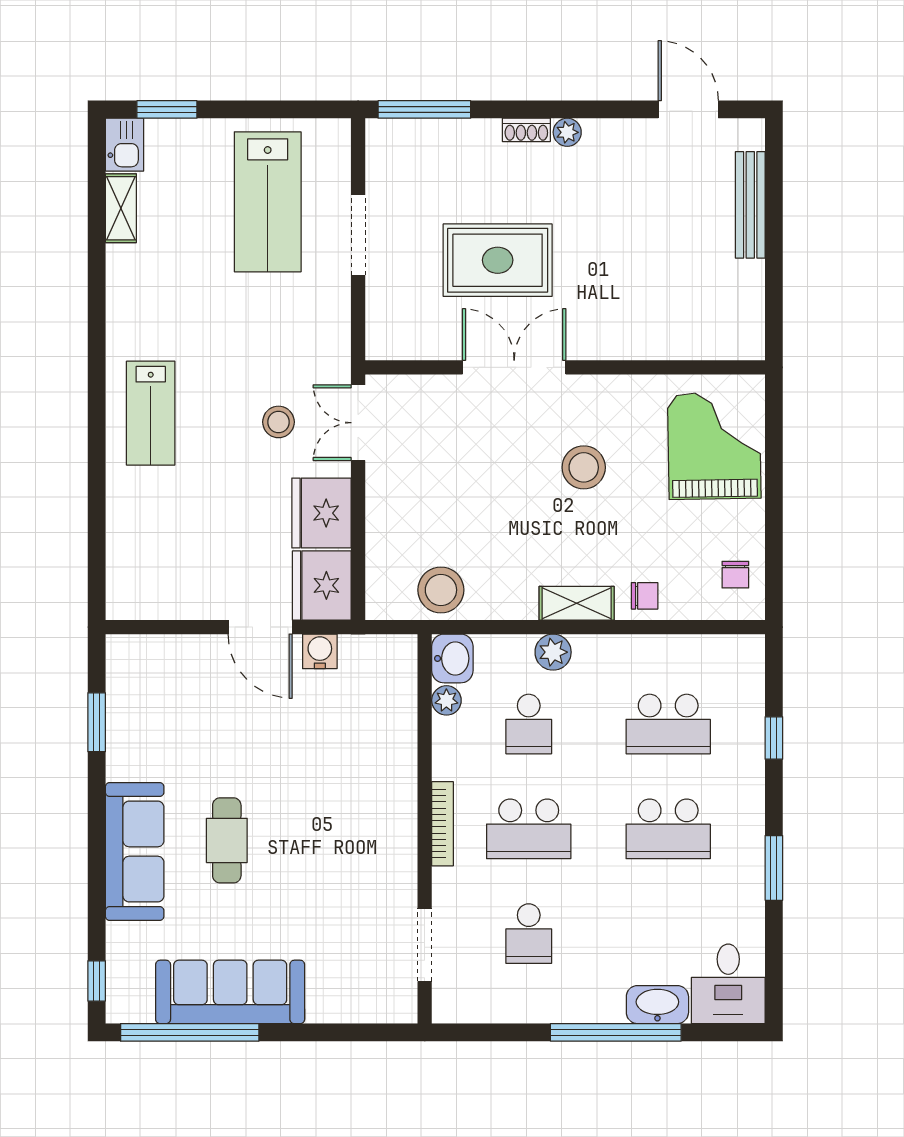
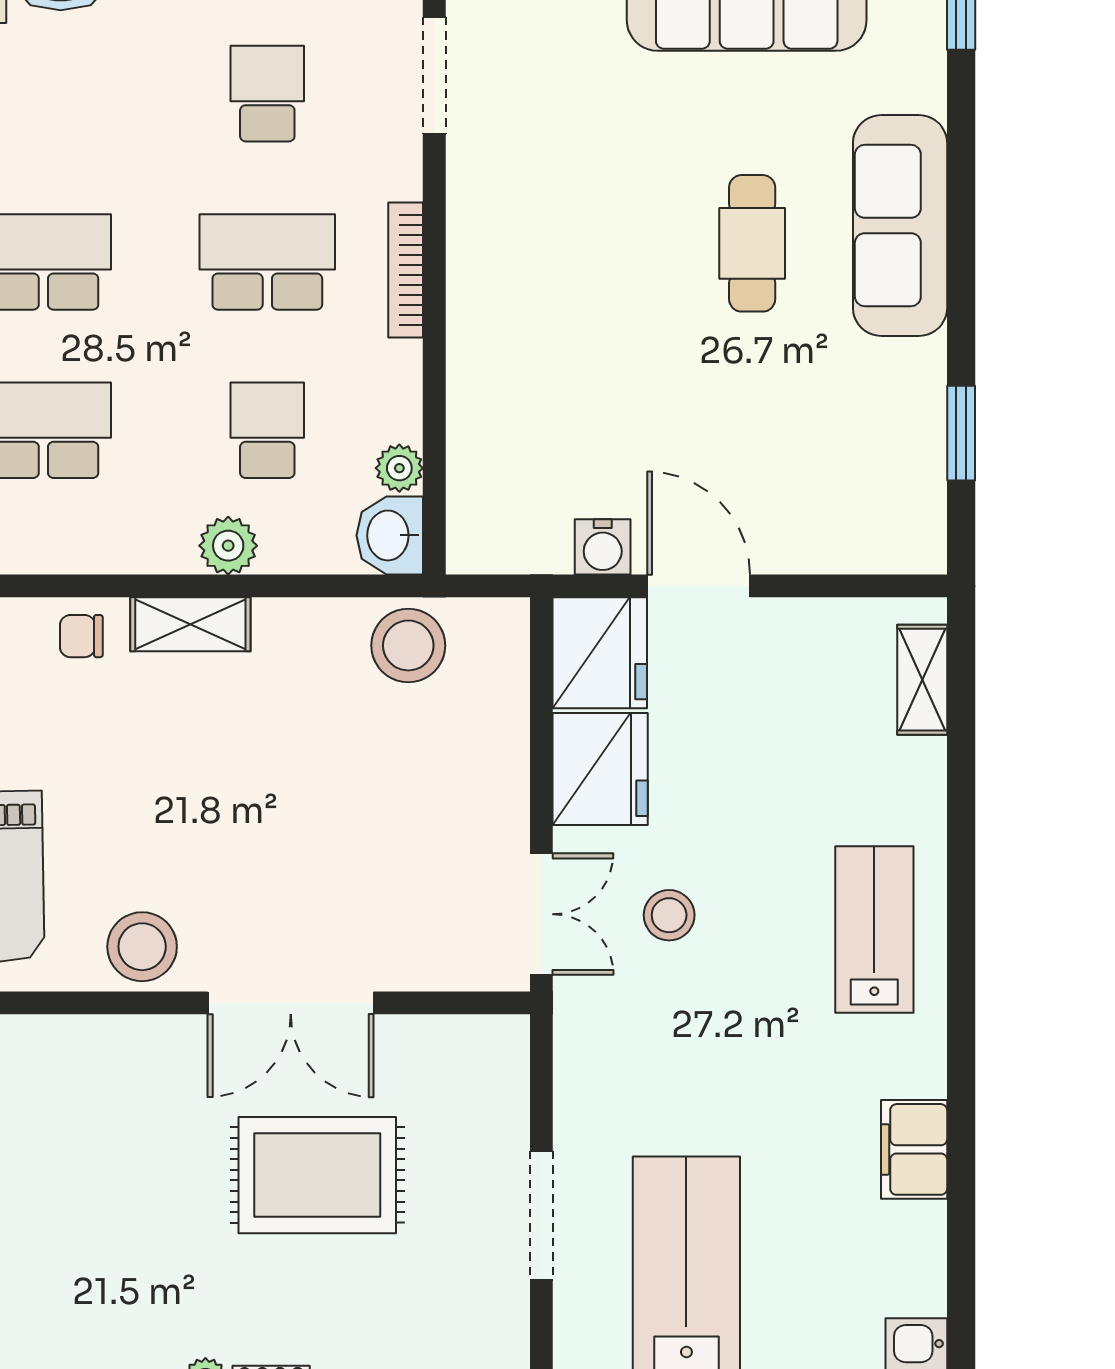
shelving: (121, 208) -> (922, 680), moved
filing cabinet: (126, 276) -> (914, 1149), added
stool: (584, 467) -> (142, 947), moved

